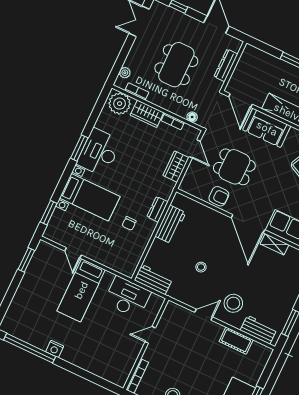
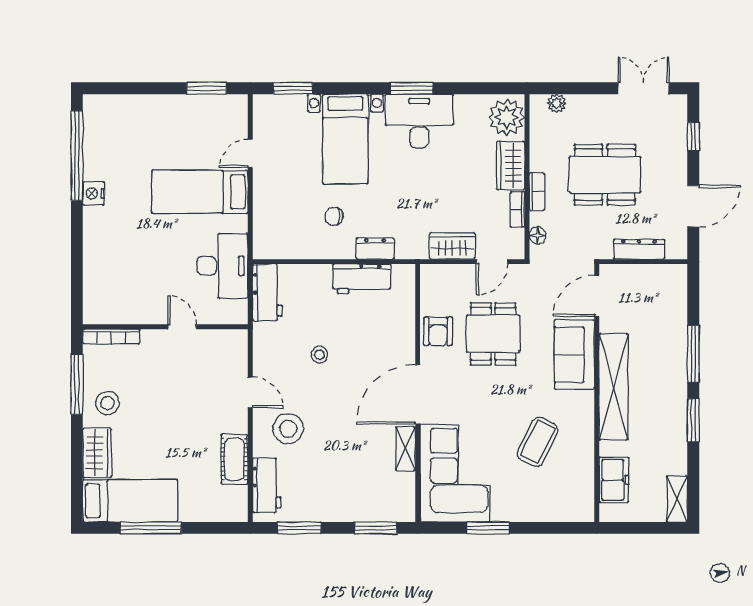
bookcase: (137, 91) -> (537, 192), moved

